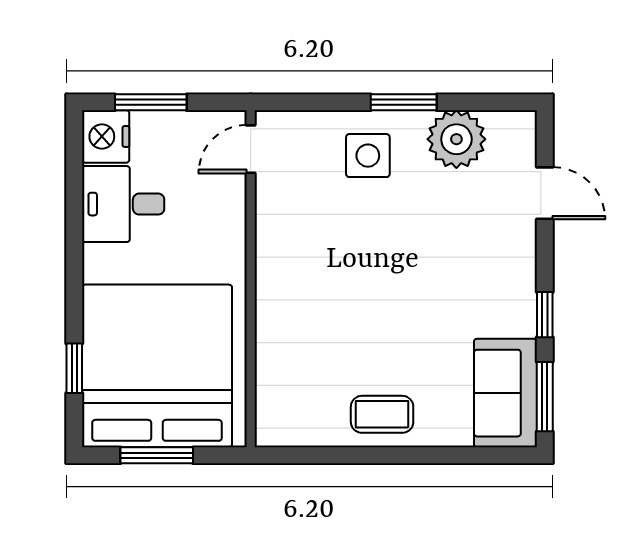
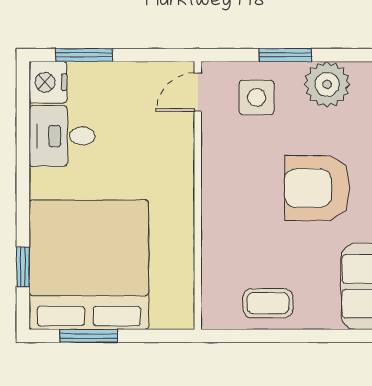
door: (251, 149) -> (198, 92), moved
armchair: (444, 269) -> (317, 188), added
wall: (251, 279) -> (198, 195), moved

